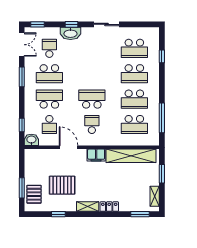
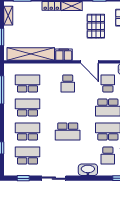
window: (72, 24) -> (23, 178), moved
school desk: (92, 99) -> (68, 132), moved
pallet: (62, 185) -> (96, 26), turned 90

